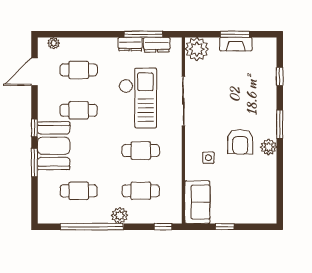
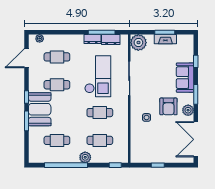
double door: (280, 189) -> (196, 139), added
sofa: (197, 202) -> (185, 78), moved, turned 180

